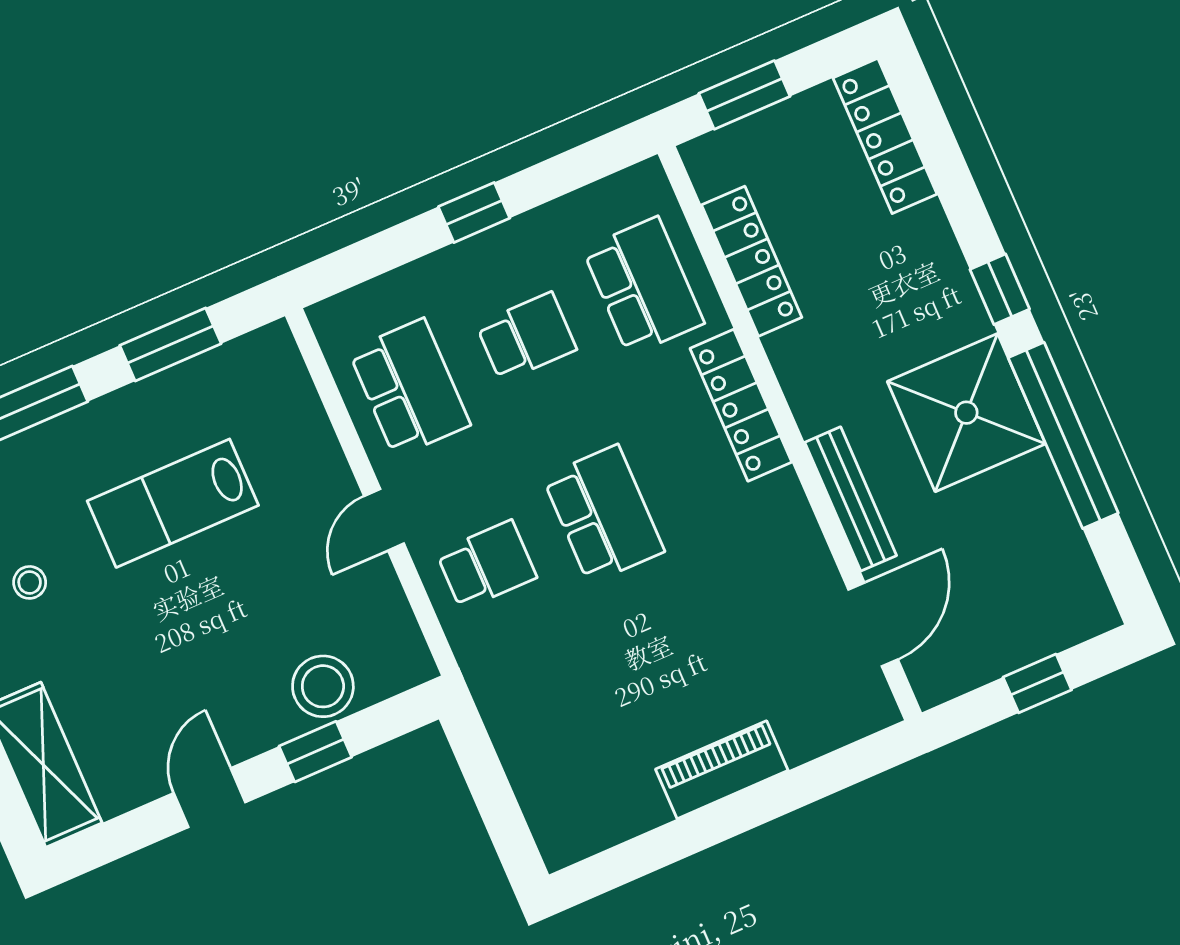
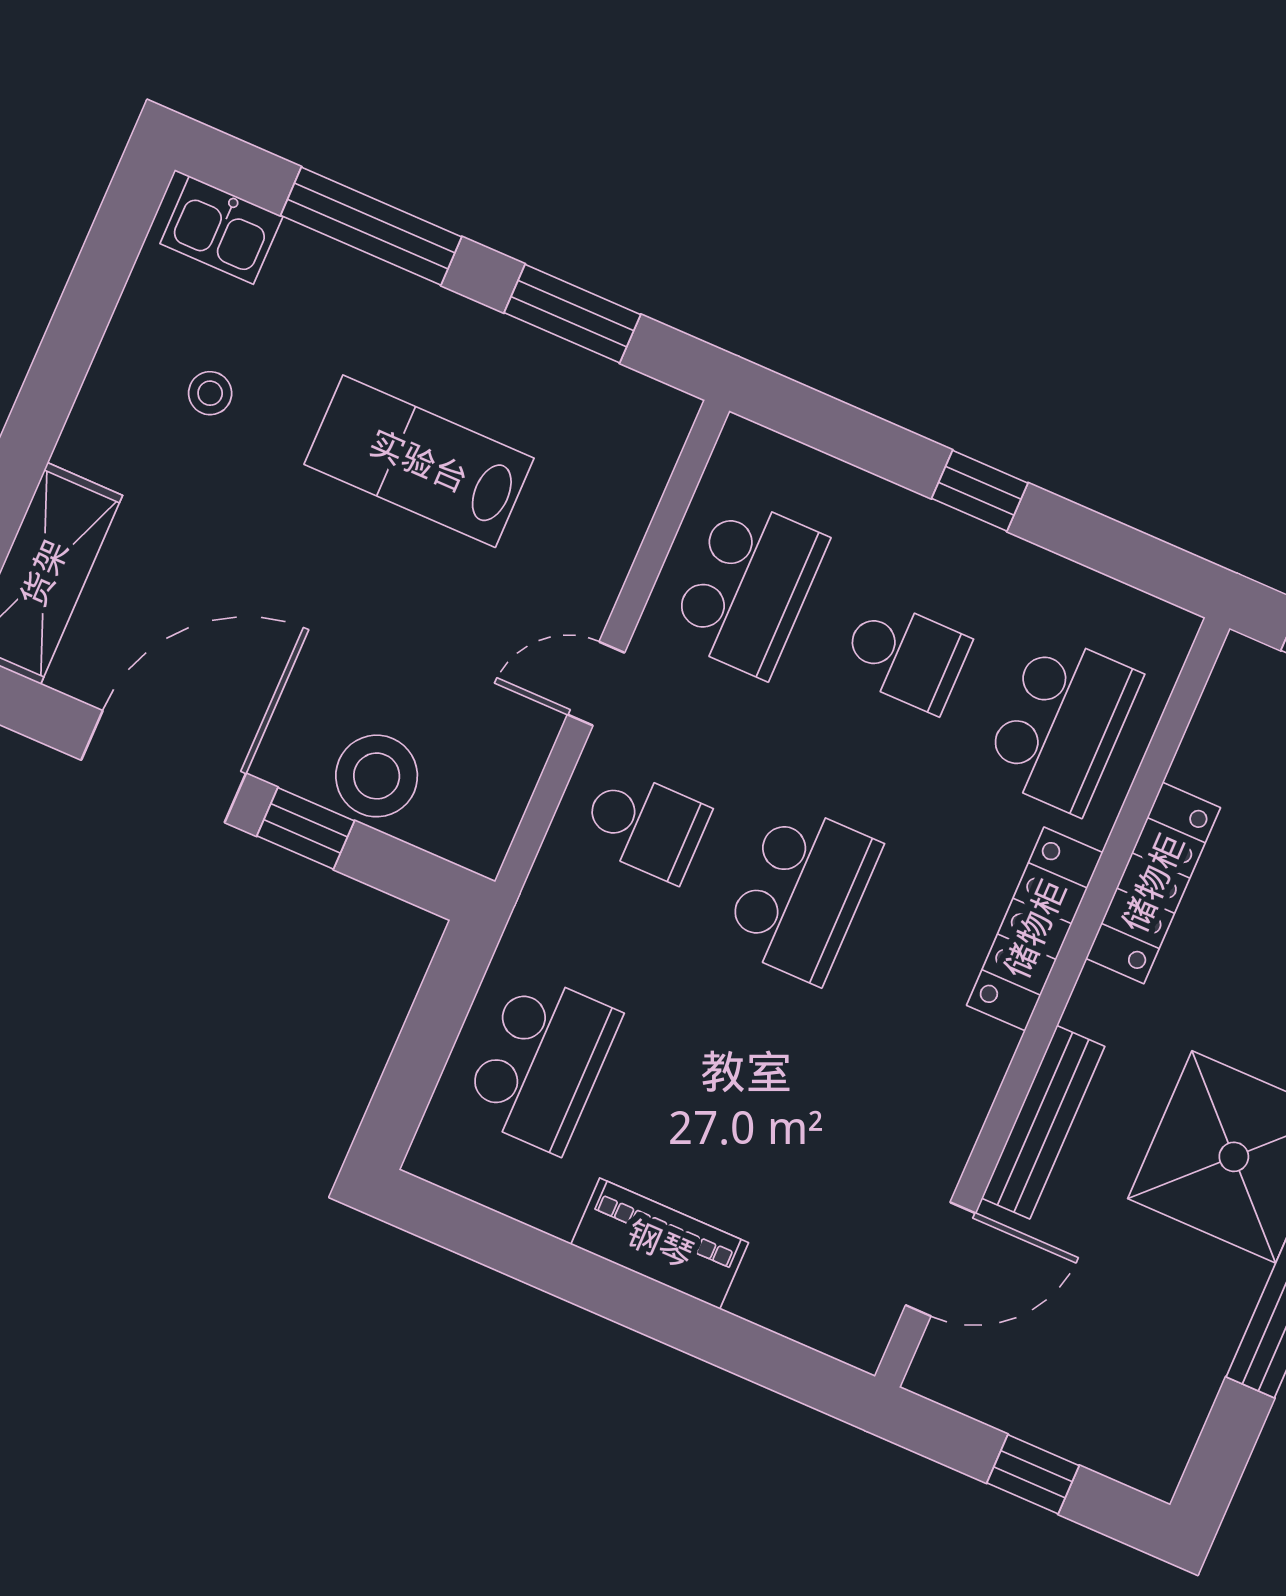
locker: (752, 261) -> (1153, 883), moved
school desk: (564, 742) -> (542, 1063), added
door: (210, 798) -> (164, 767), width x1.88

